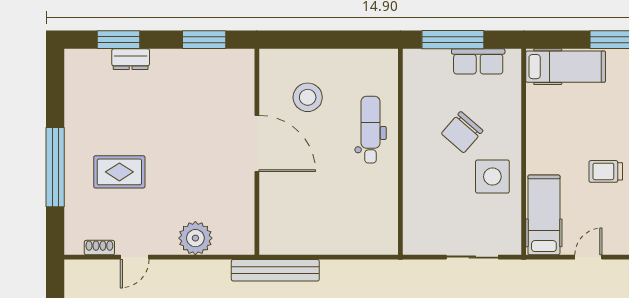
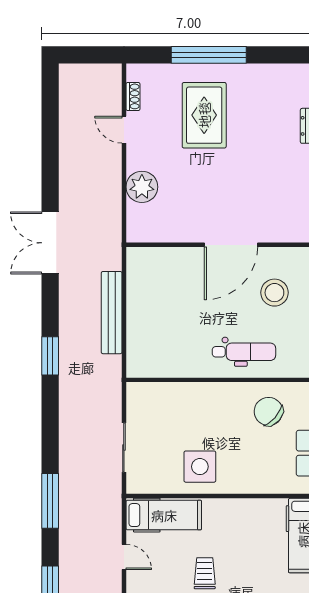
chair: (462, 132) -> (268, 411), moved
rug: (119, 172) -> (204, 115), width x1.36, depth x1.43
bench: (275, 270) -> (112, 313), moved

